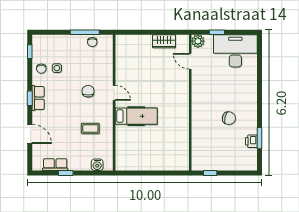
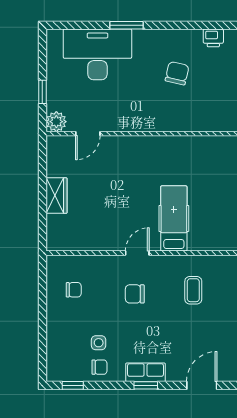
window: (85, 32) -> (42, 299), removed
wardrobe: (164, 41) -> (57, 196), moved
chair: (92, 42) -> (74, 290), moved
desk: (235, 51) -> (97, 54), moved, turned 90
window: (259, 138) -> (126, 25), moved

